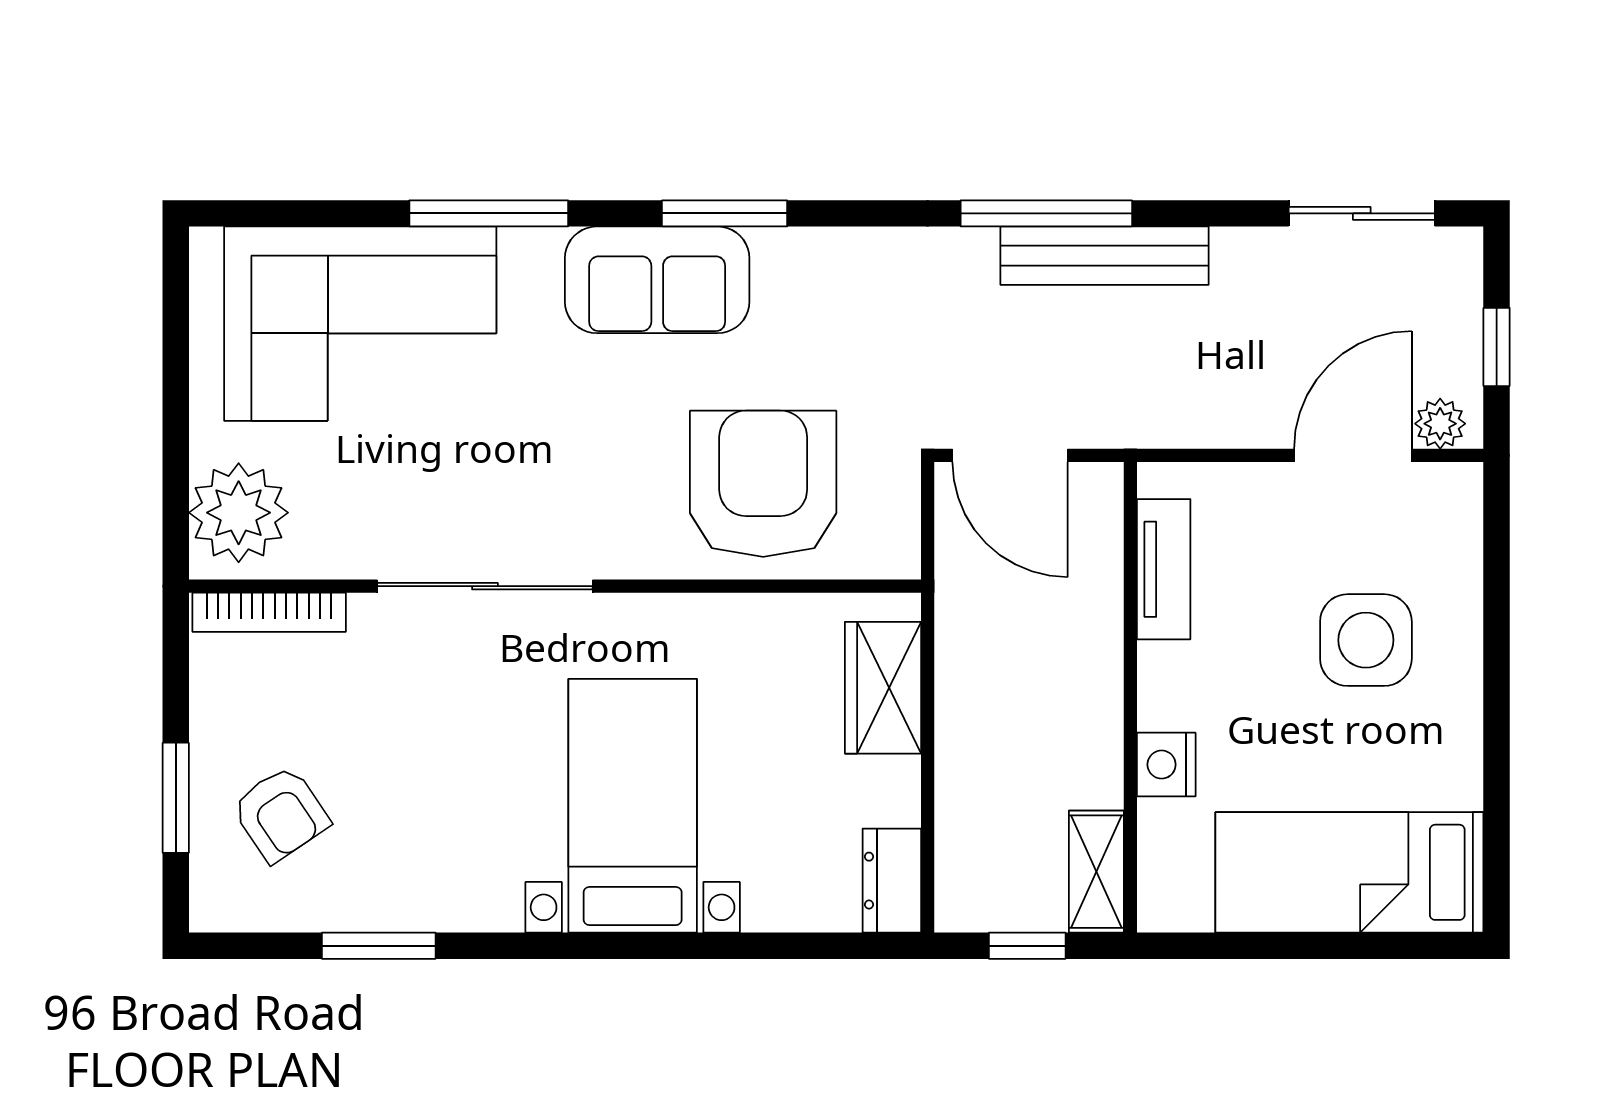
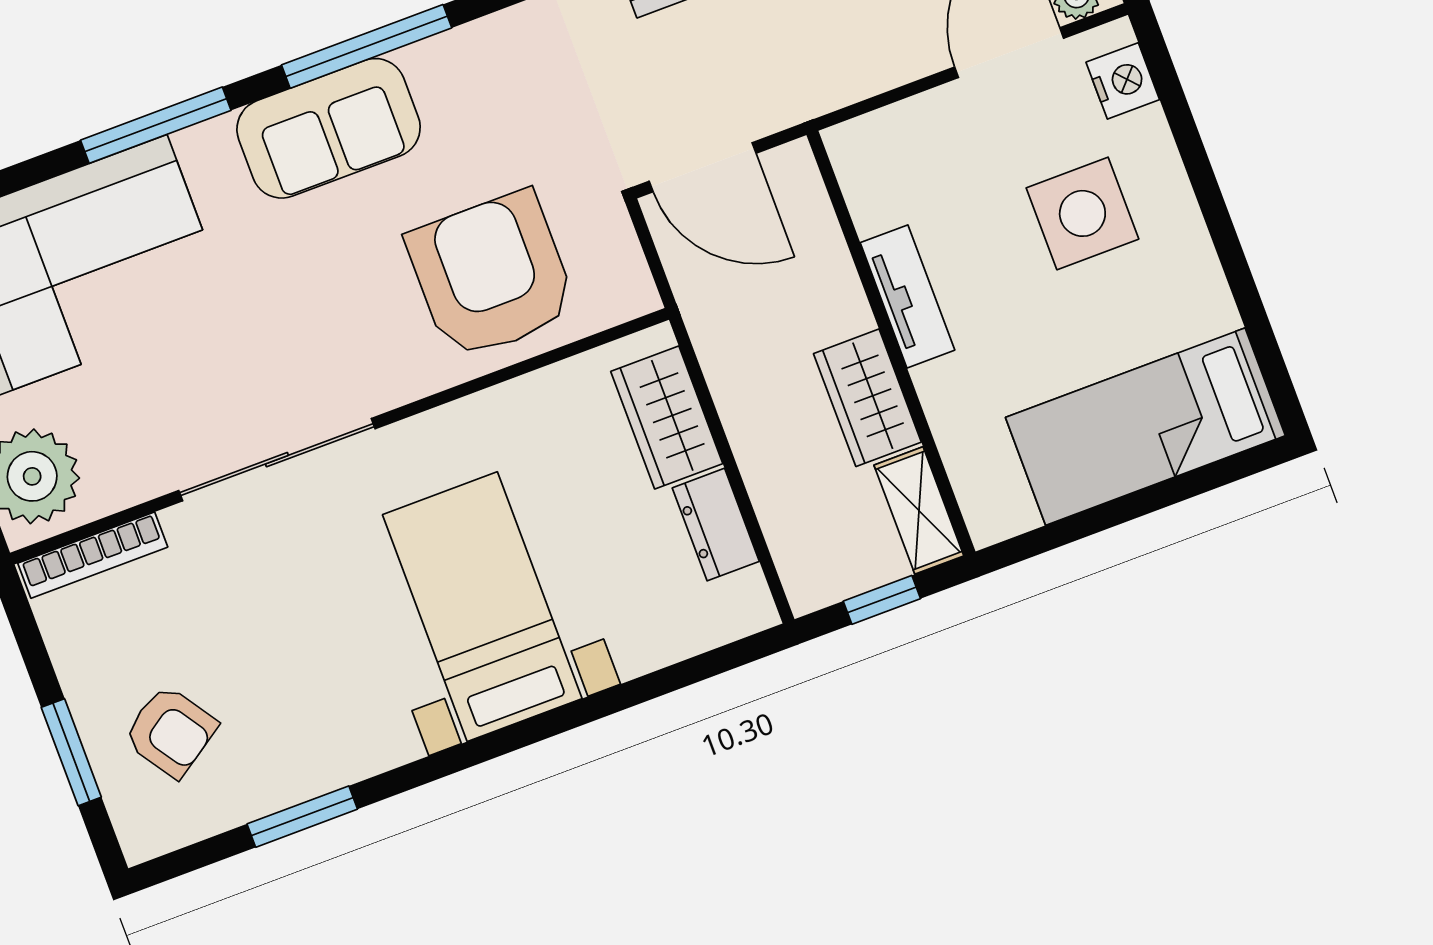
window: (725, 213) -> (367, 46), width x1.44
tv unit: (1164, 569) -> (907, 296), moved
wardrobe: (1087, 742) -> (867, 398), added
nightstand: (1166, 765) -> (1123, 81), moved, turned 180
dresser: (892, 881) -> (716, 525), moved

